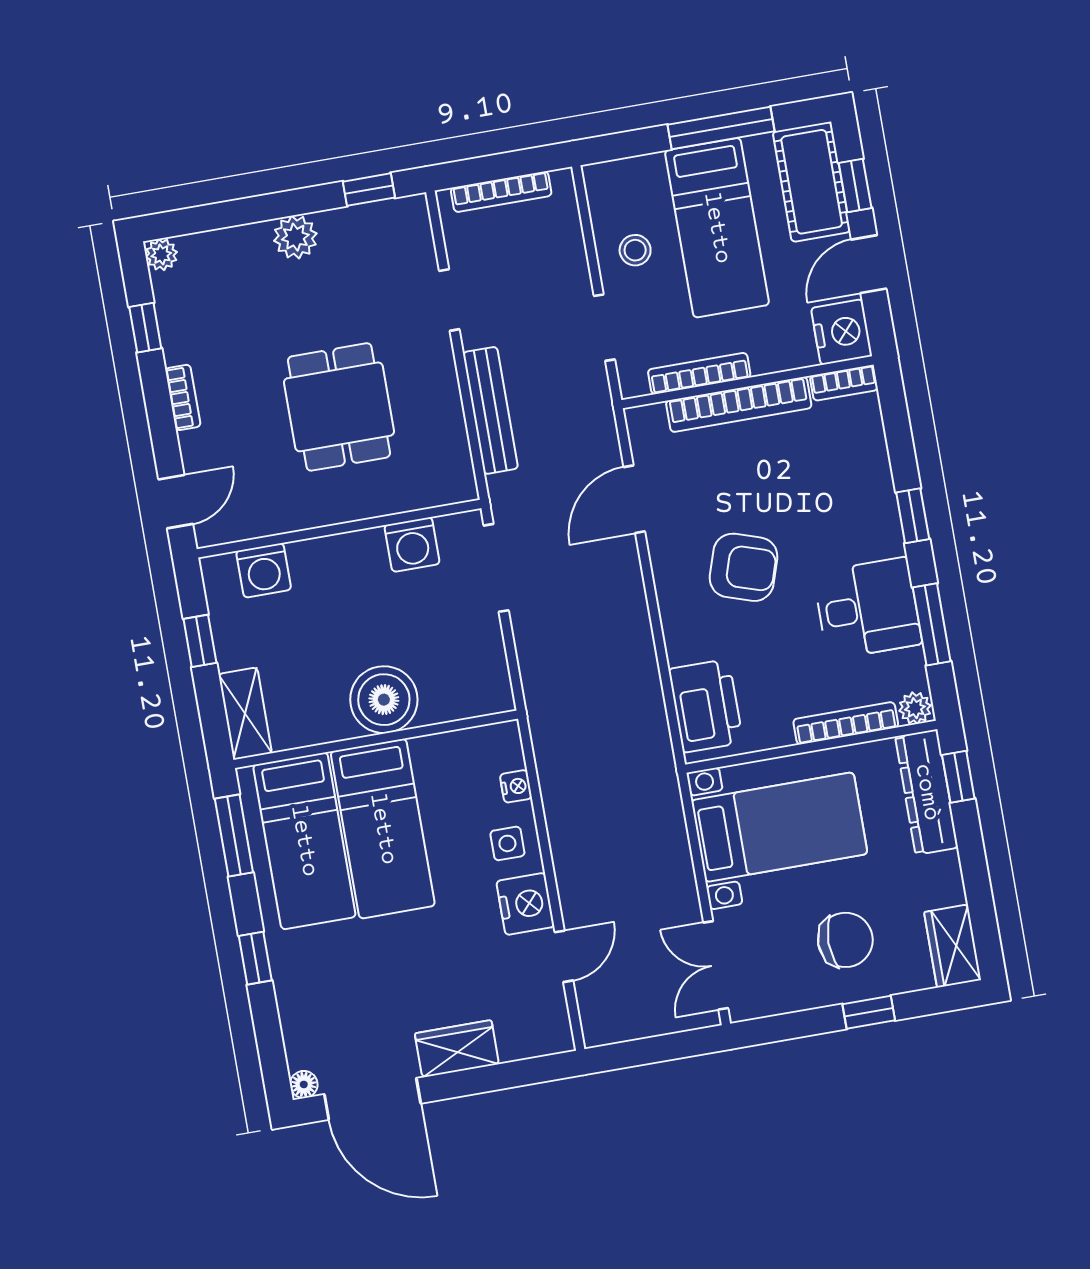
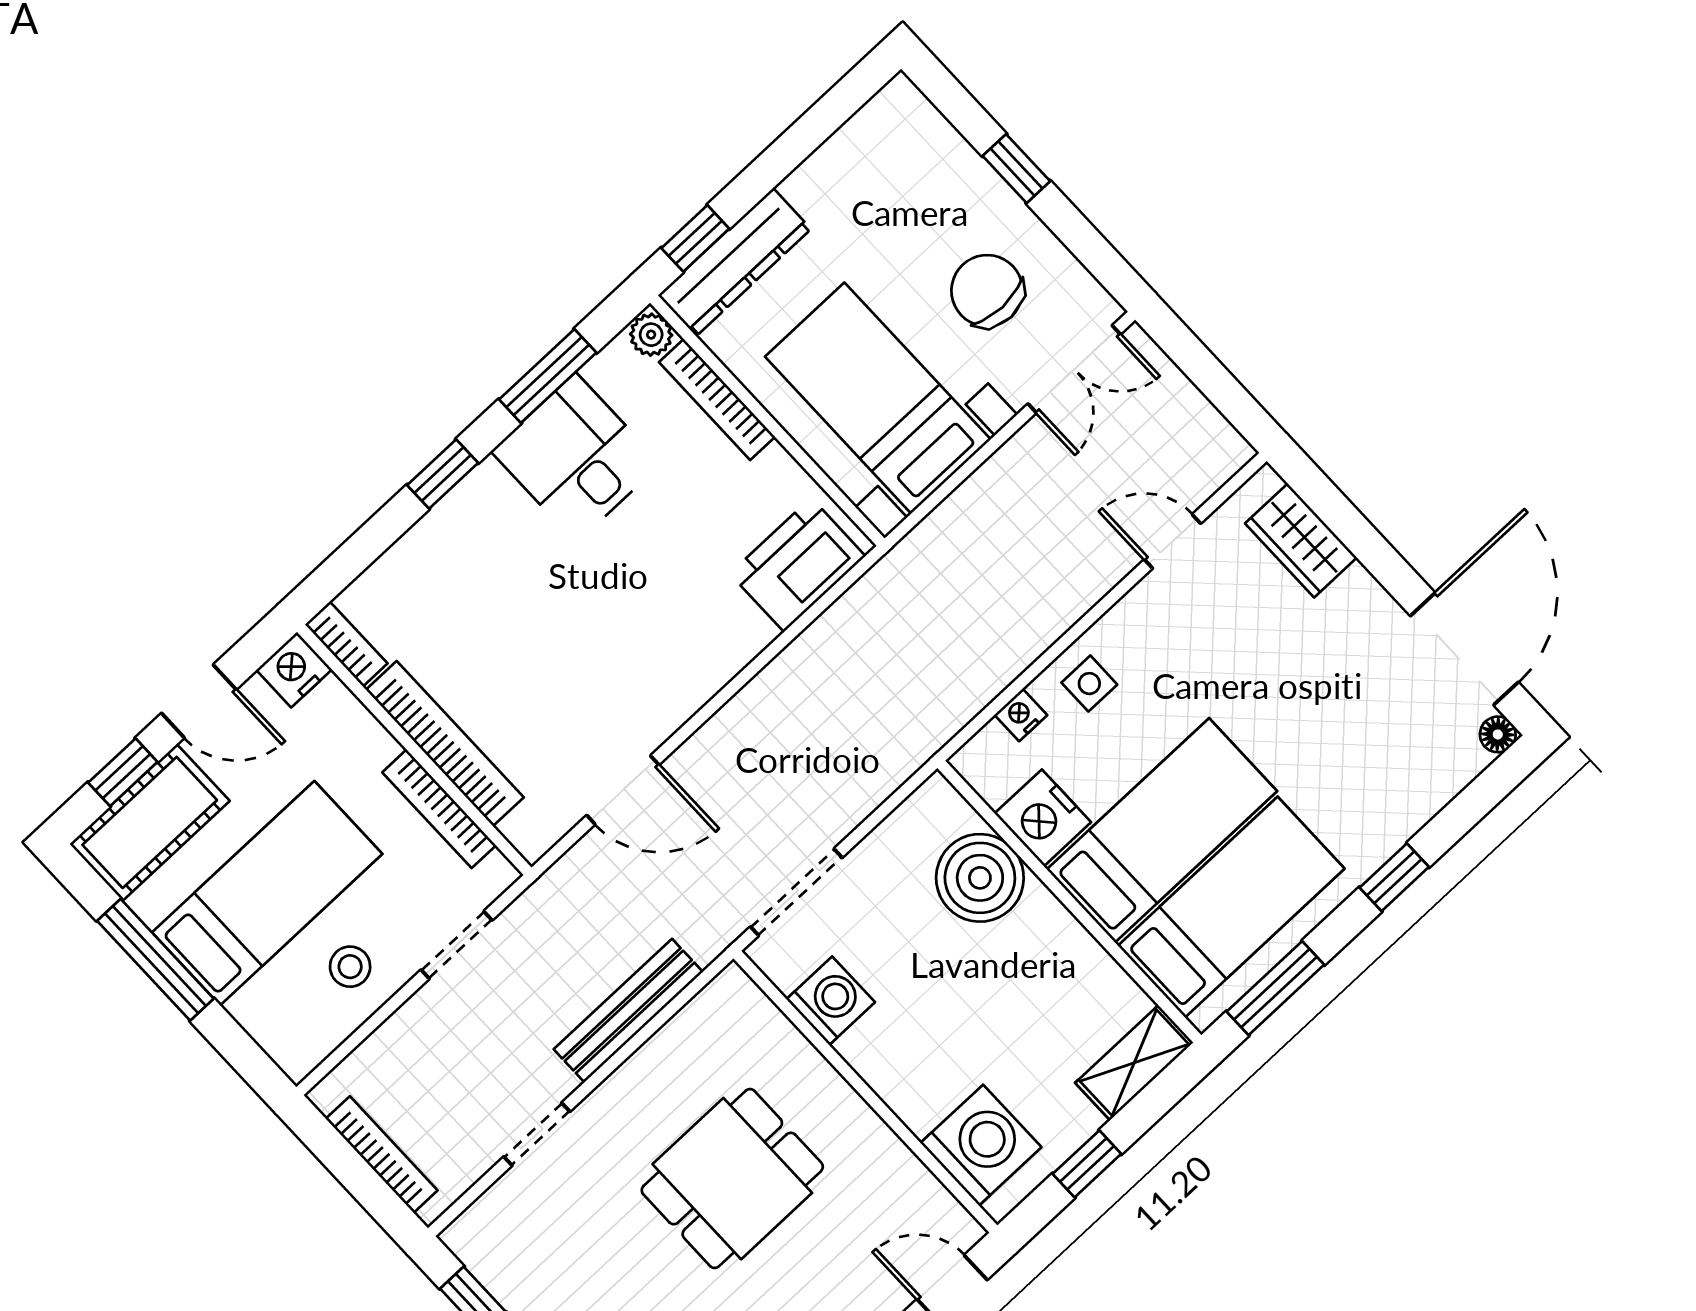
nightstand: (842, 332) -> (294, 670), width x0.74, depth x0.75
armchair: (744, 567) -> (619, 622), removed
washing machine: (264, 570) -> (981, 1145), width x1.37, depth x1.37
boiler: (384, 700) -> (980, 878), moved
nightstand: (525, 904) -> (1043, 818), moved, turned -90
chair: (845, 940) -> (987, 291), moved
wardrobe: (953, 946) -> (884, 124), removed
wardrobe: (457, 1049) -> (1301, 540), moved

